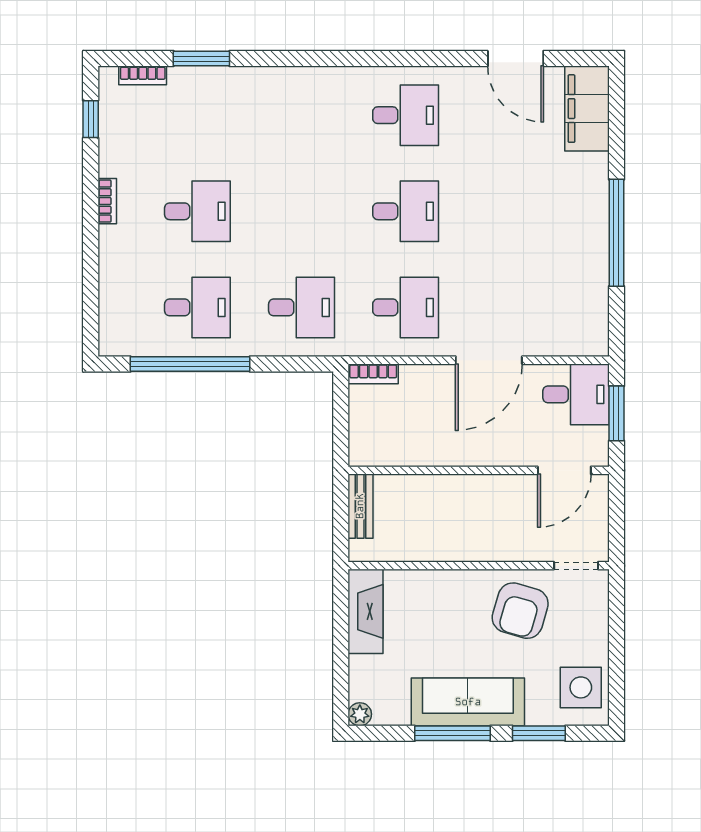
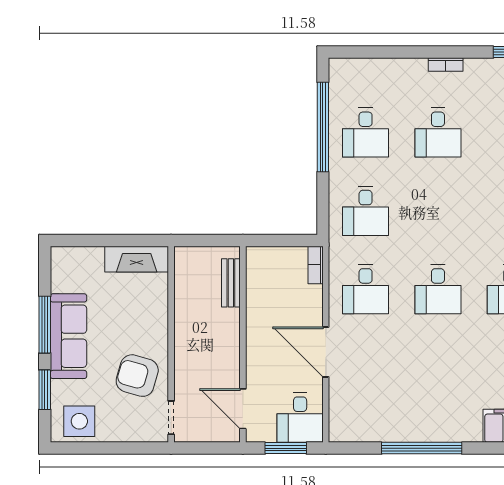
bench: (360, 506) -> (231, 283), moved, turned 90
plant: (360, 714) -> (59, 255), removed

